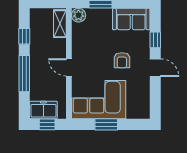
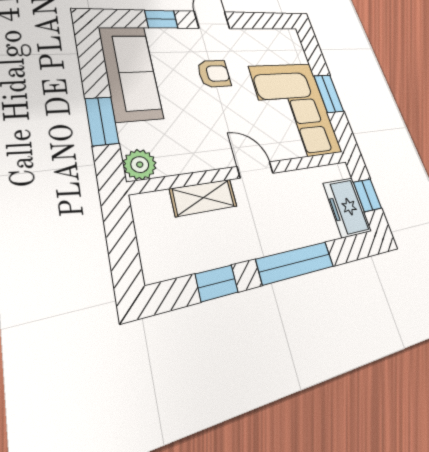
sofa: (131, 19) -> (130, 72), width x1.36
shelving: (60, 24) -> (204, 198), moved
door: (69, 67) -> (255, 170), swing flipped

